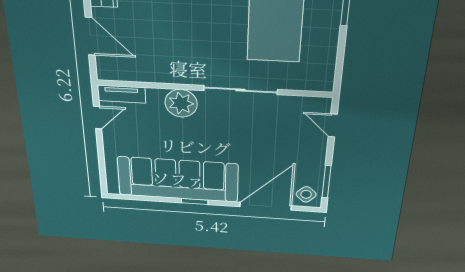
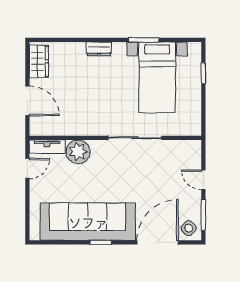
plant: (181, 103) -> (78, 152), moved
door: (333, 125) -> (203, 180), moved

